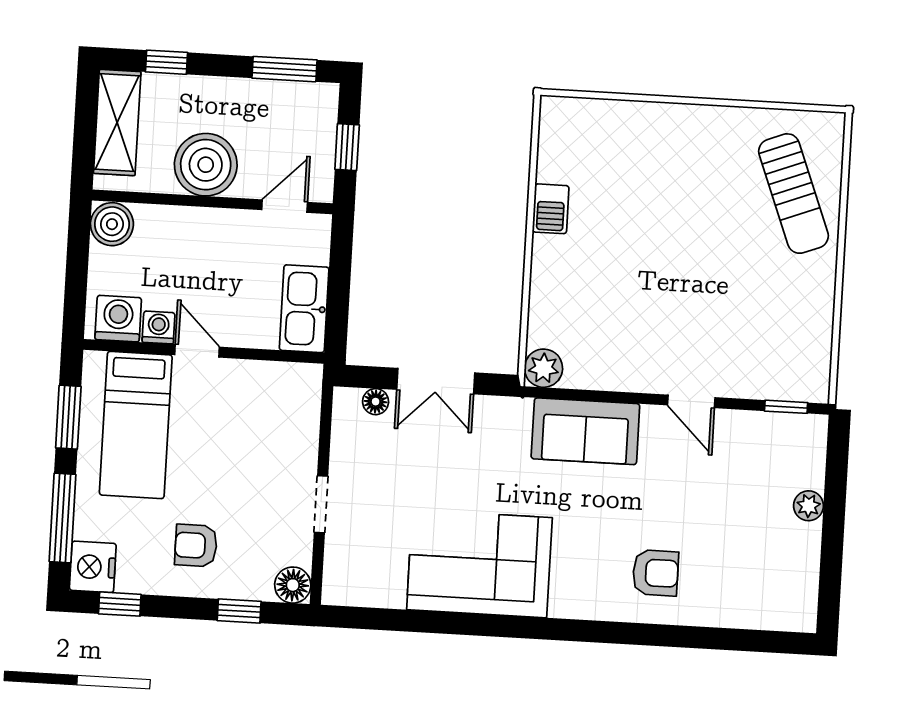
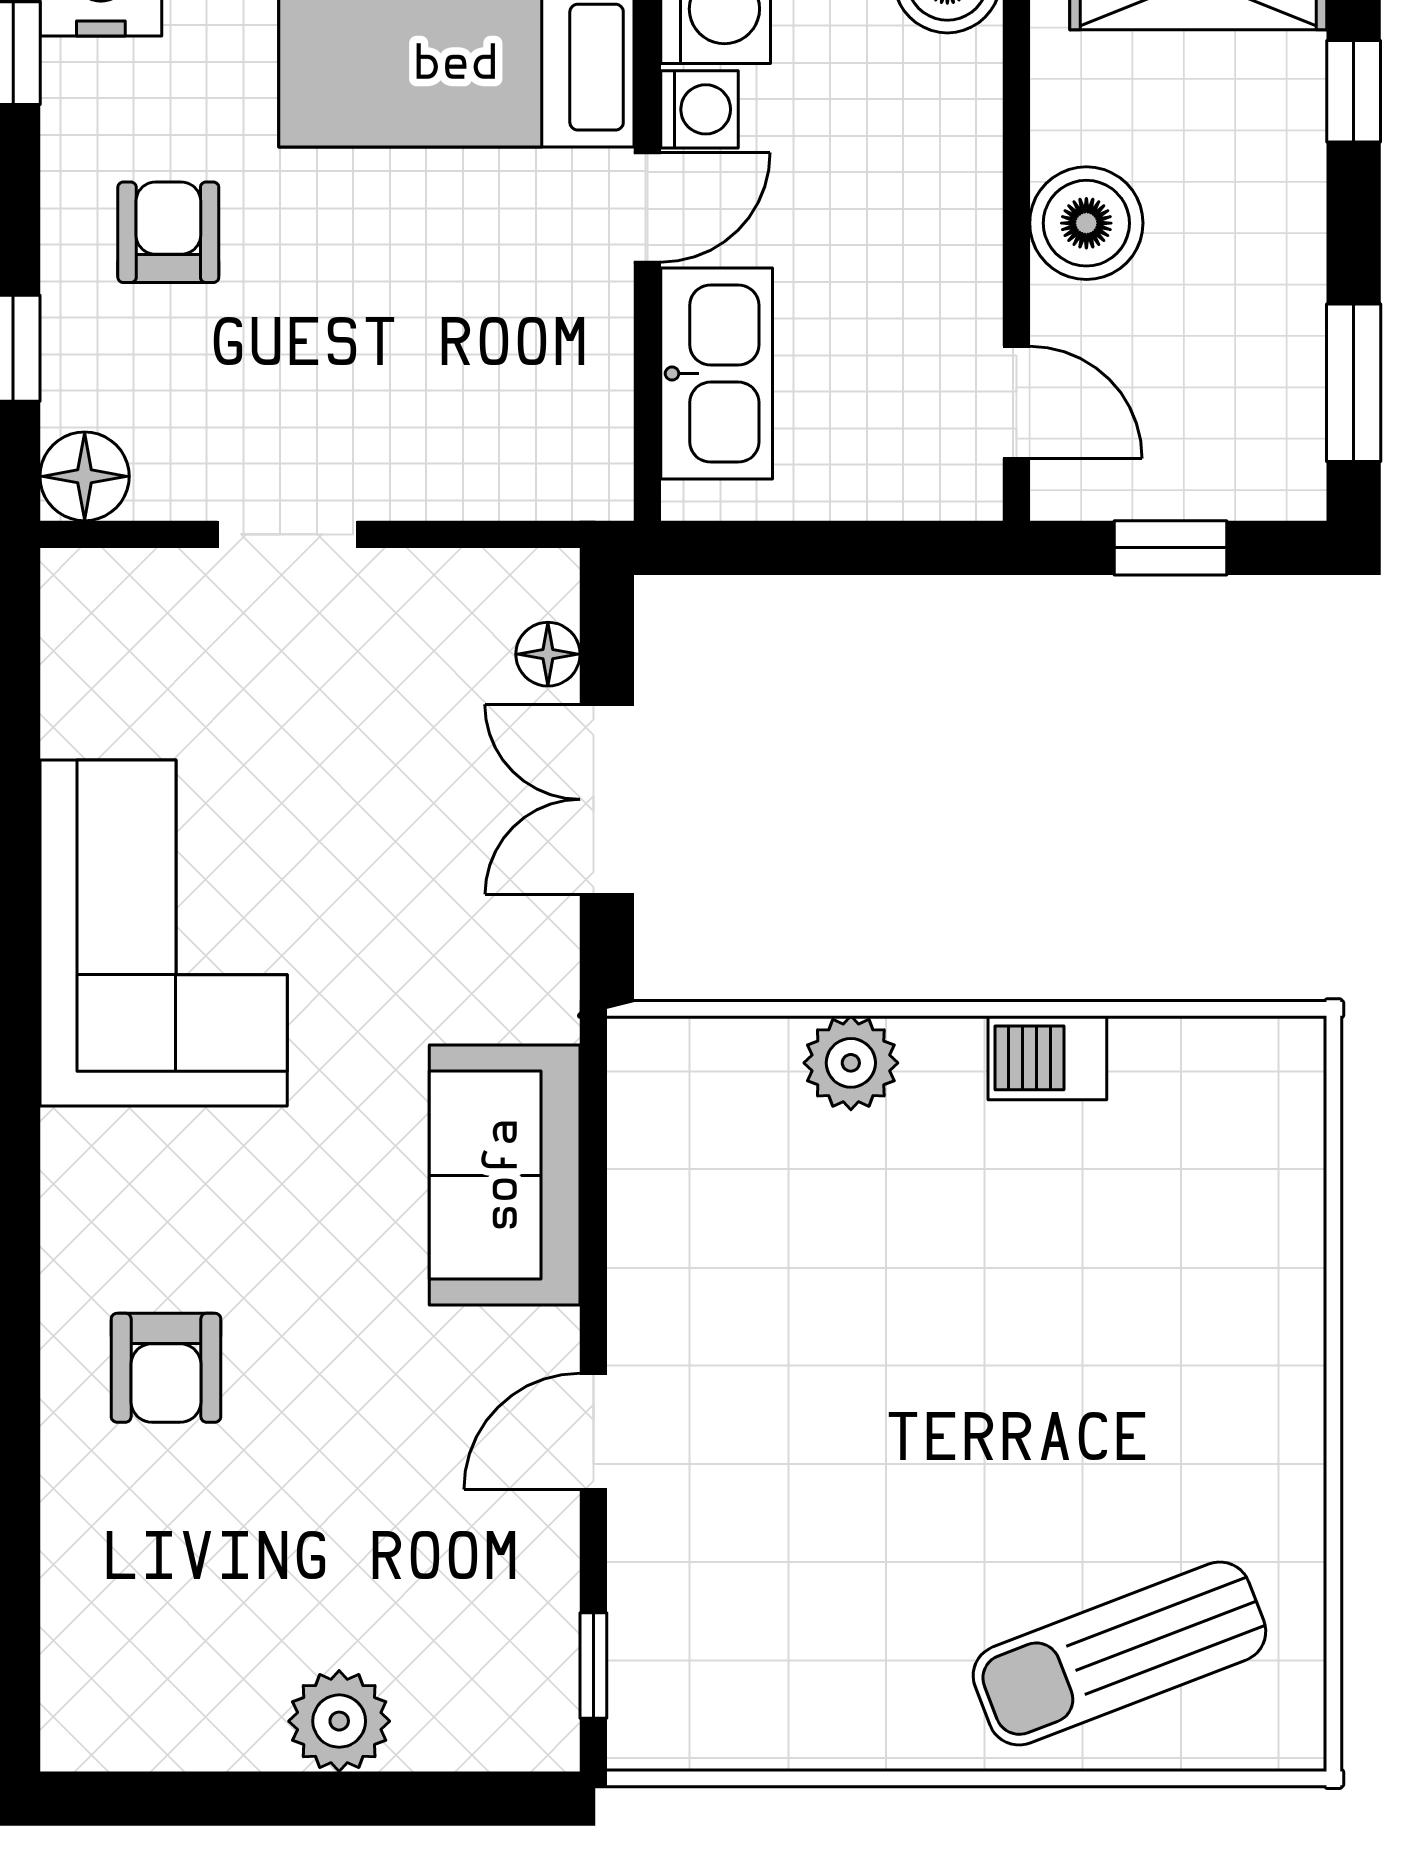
boiler: (206, 165) -> (1086, 223), width x0.73, depth x0.73
kitchen sink: (304, 309) -> (717, 374), moved, turned 90
plant: (543, 368) -> (851, 1063), moved
plant: (809, 506) -> (339, 1721), width x1.38, depth x1.38

